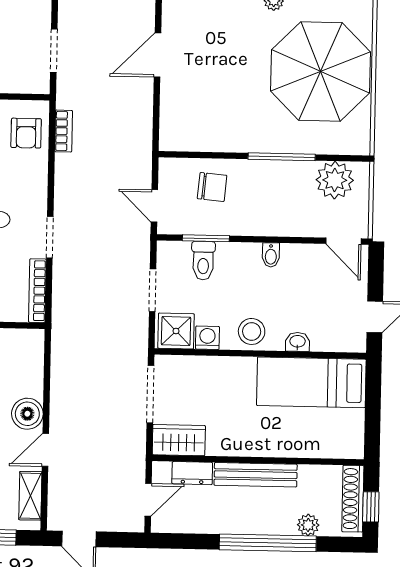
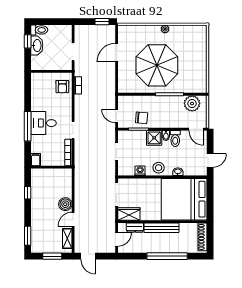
parasol: (320, 71) -> (157, 65), moved
chair: (212, 187) -> (142, 118), moved
toilet: (203, 261) -> (175, 138), moved
shower: (176, 331) -> (154, 138), moved
bed: (311, 382) -> (184, 199), width x2.04
window: (371, 507) -> (210, 240), removed
plant: (308, 525) -> (184, 248), removed

